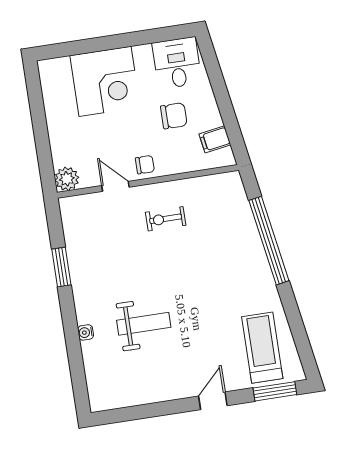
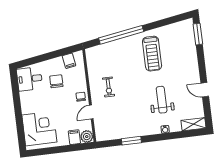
corner desk: (105, 81) -> (39, 129), moved
filing cabinet: (65, 155) -> (74, 137), added
treadmill: (262, 348) -> (152, 54), moved, turned -90
shelving: (97, 388) -> (193, 124), added
door: (213, 401) -> (205, 90), moved

